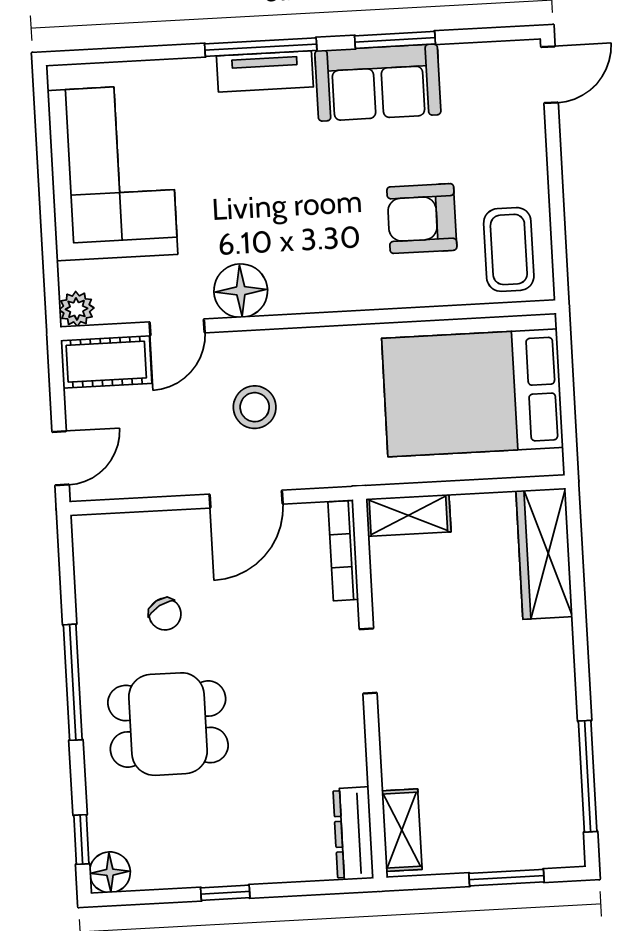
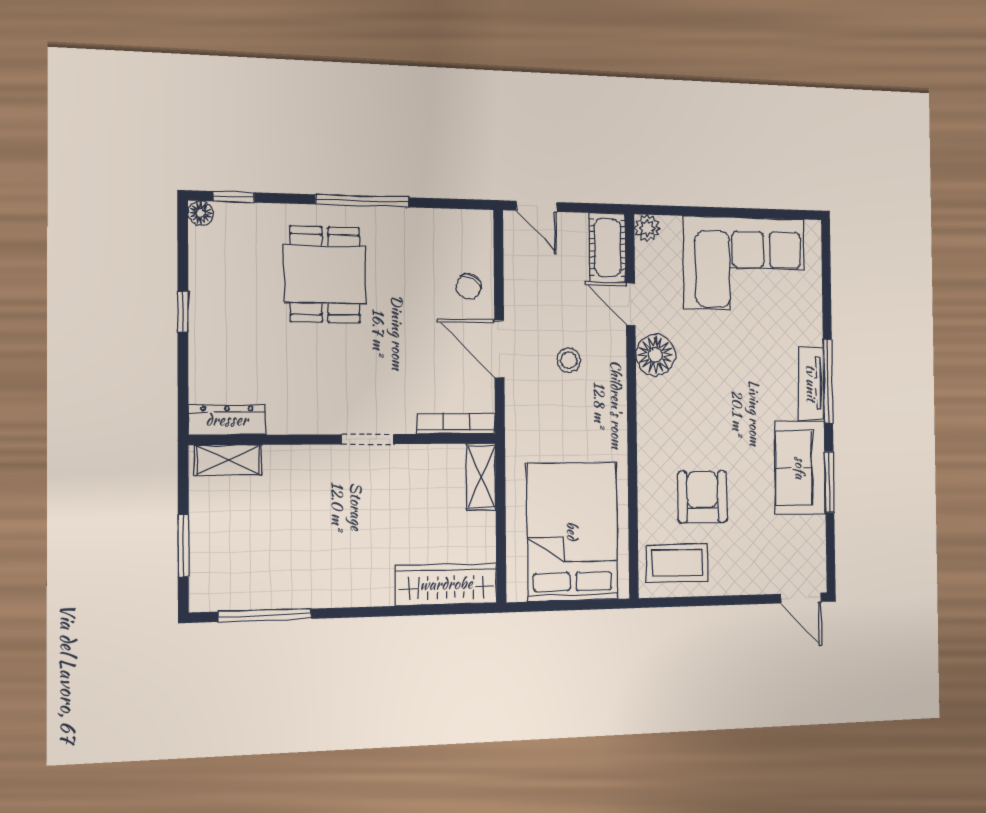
stool: (255, 407) -> (569, 360), width x0.73, depth x0.73
chair: (165, 614) -> (469, 286), moved, turned -34
floor lamp: (110, 872) -> (201, 213), width x0.73, depth x0.73

